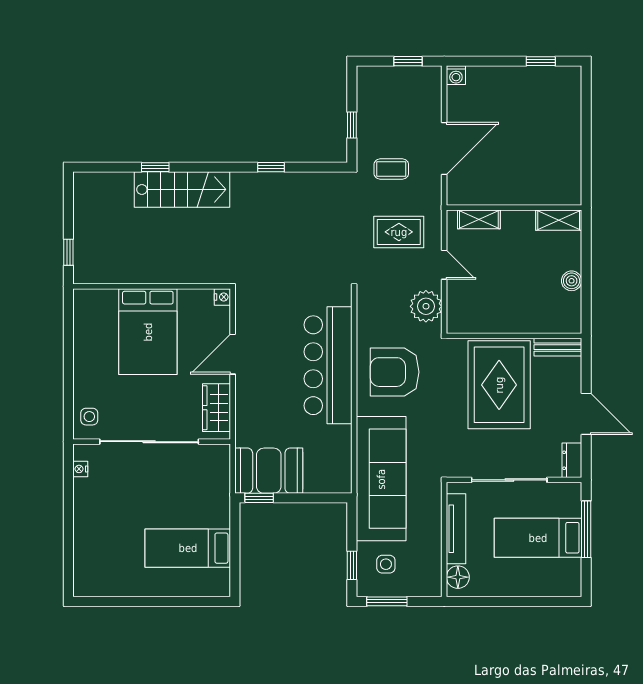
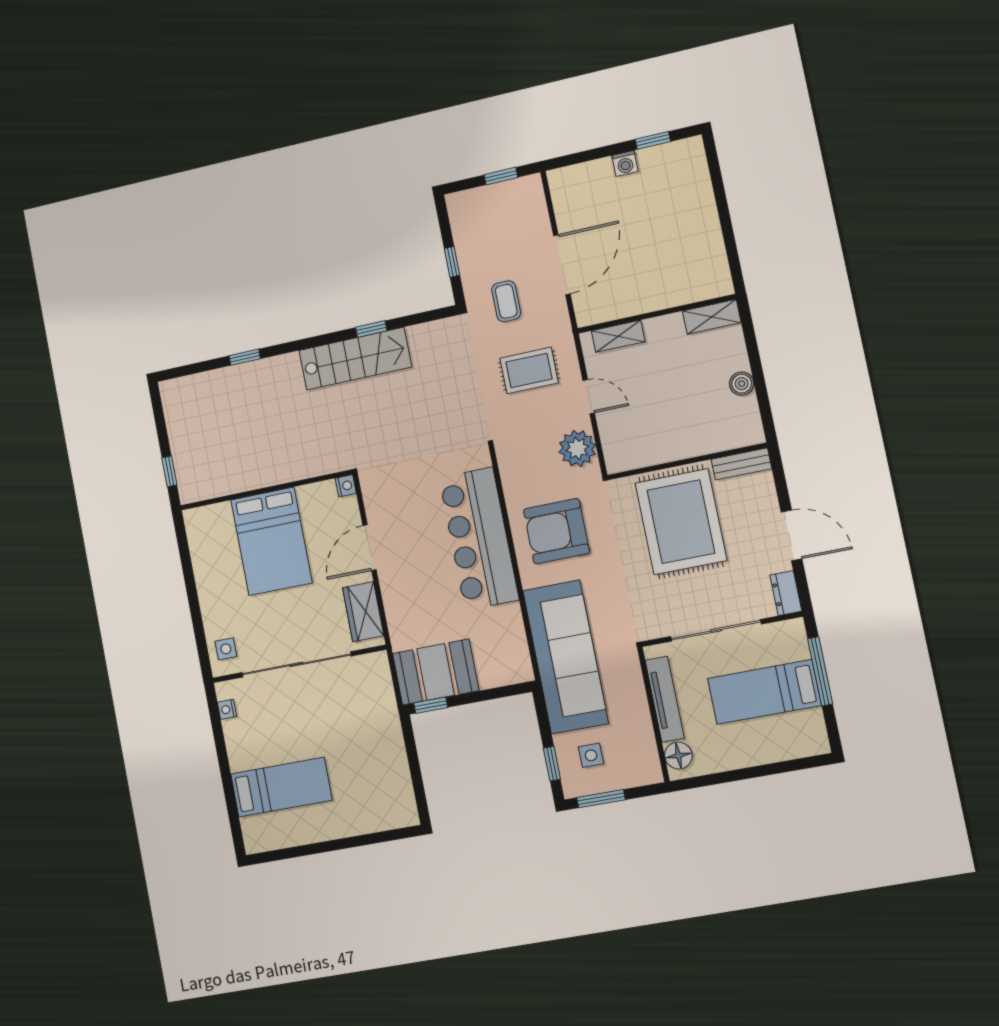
washing machine: (456, 75) -> (625, 163), moved
coffee table: (391, 169) -> (506, 301), turned 90
stairs: (182, 189) -> (355, 359), moved
bed: (188, 548) -> (281, 787), moved, turned 180

